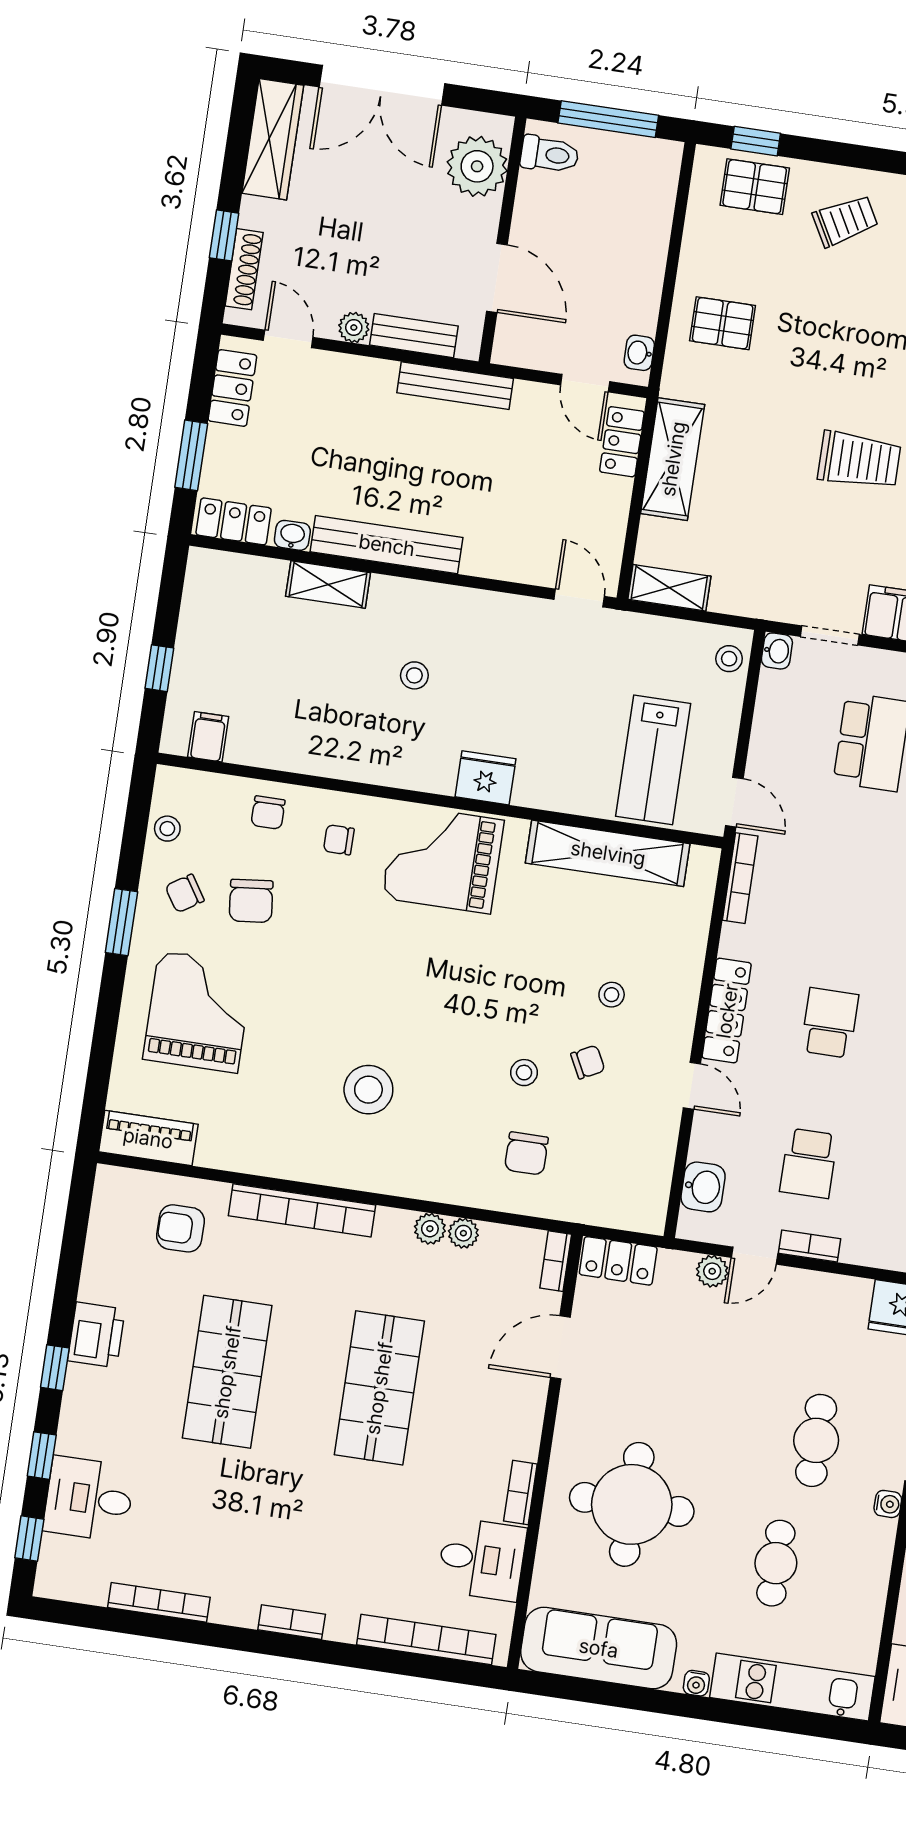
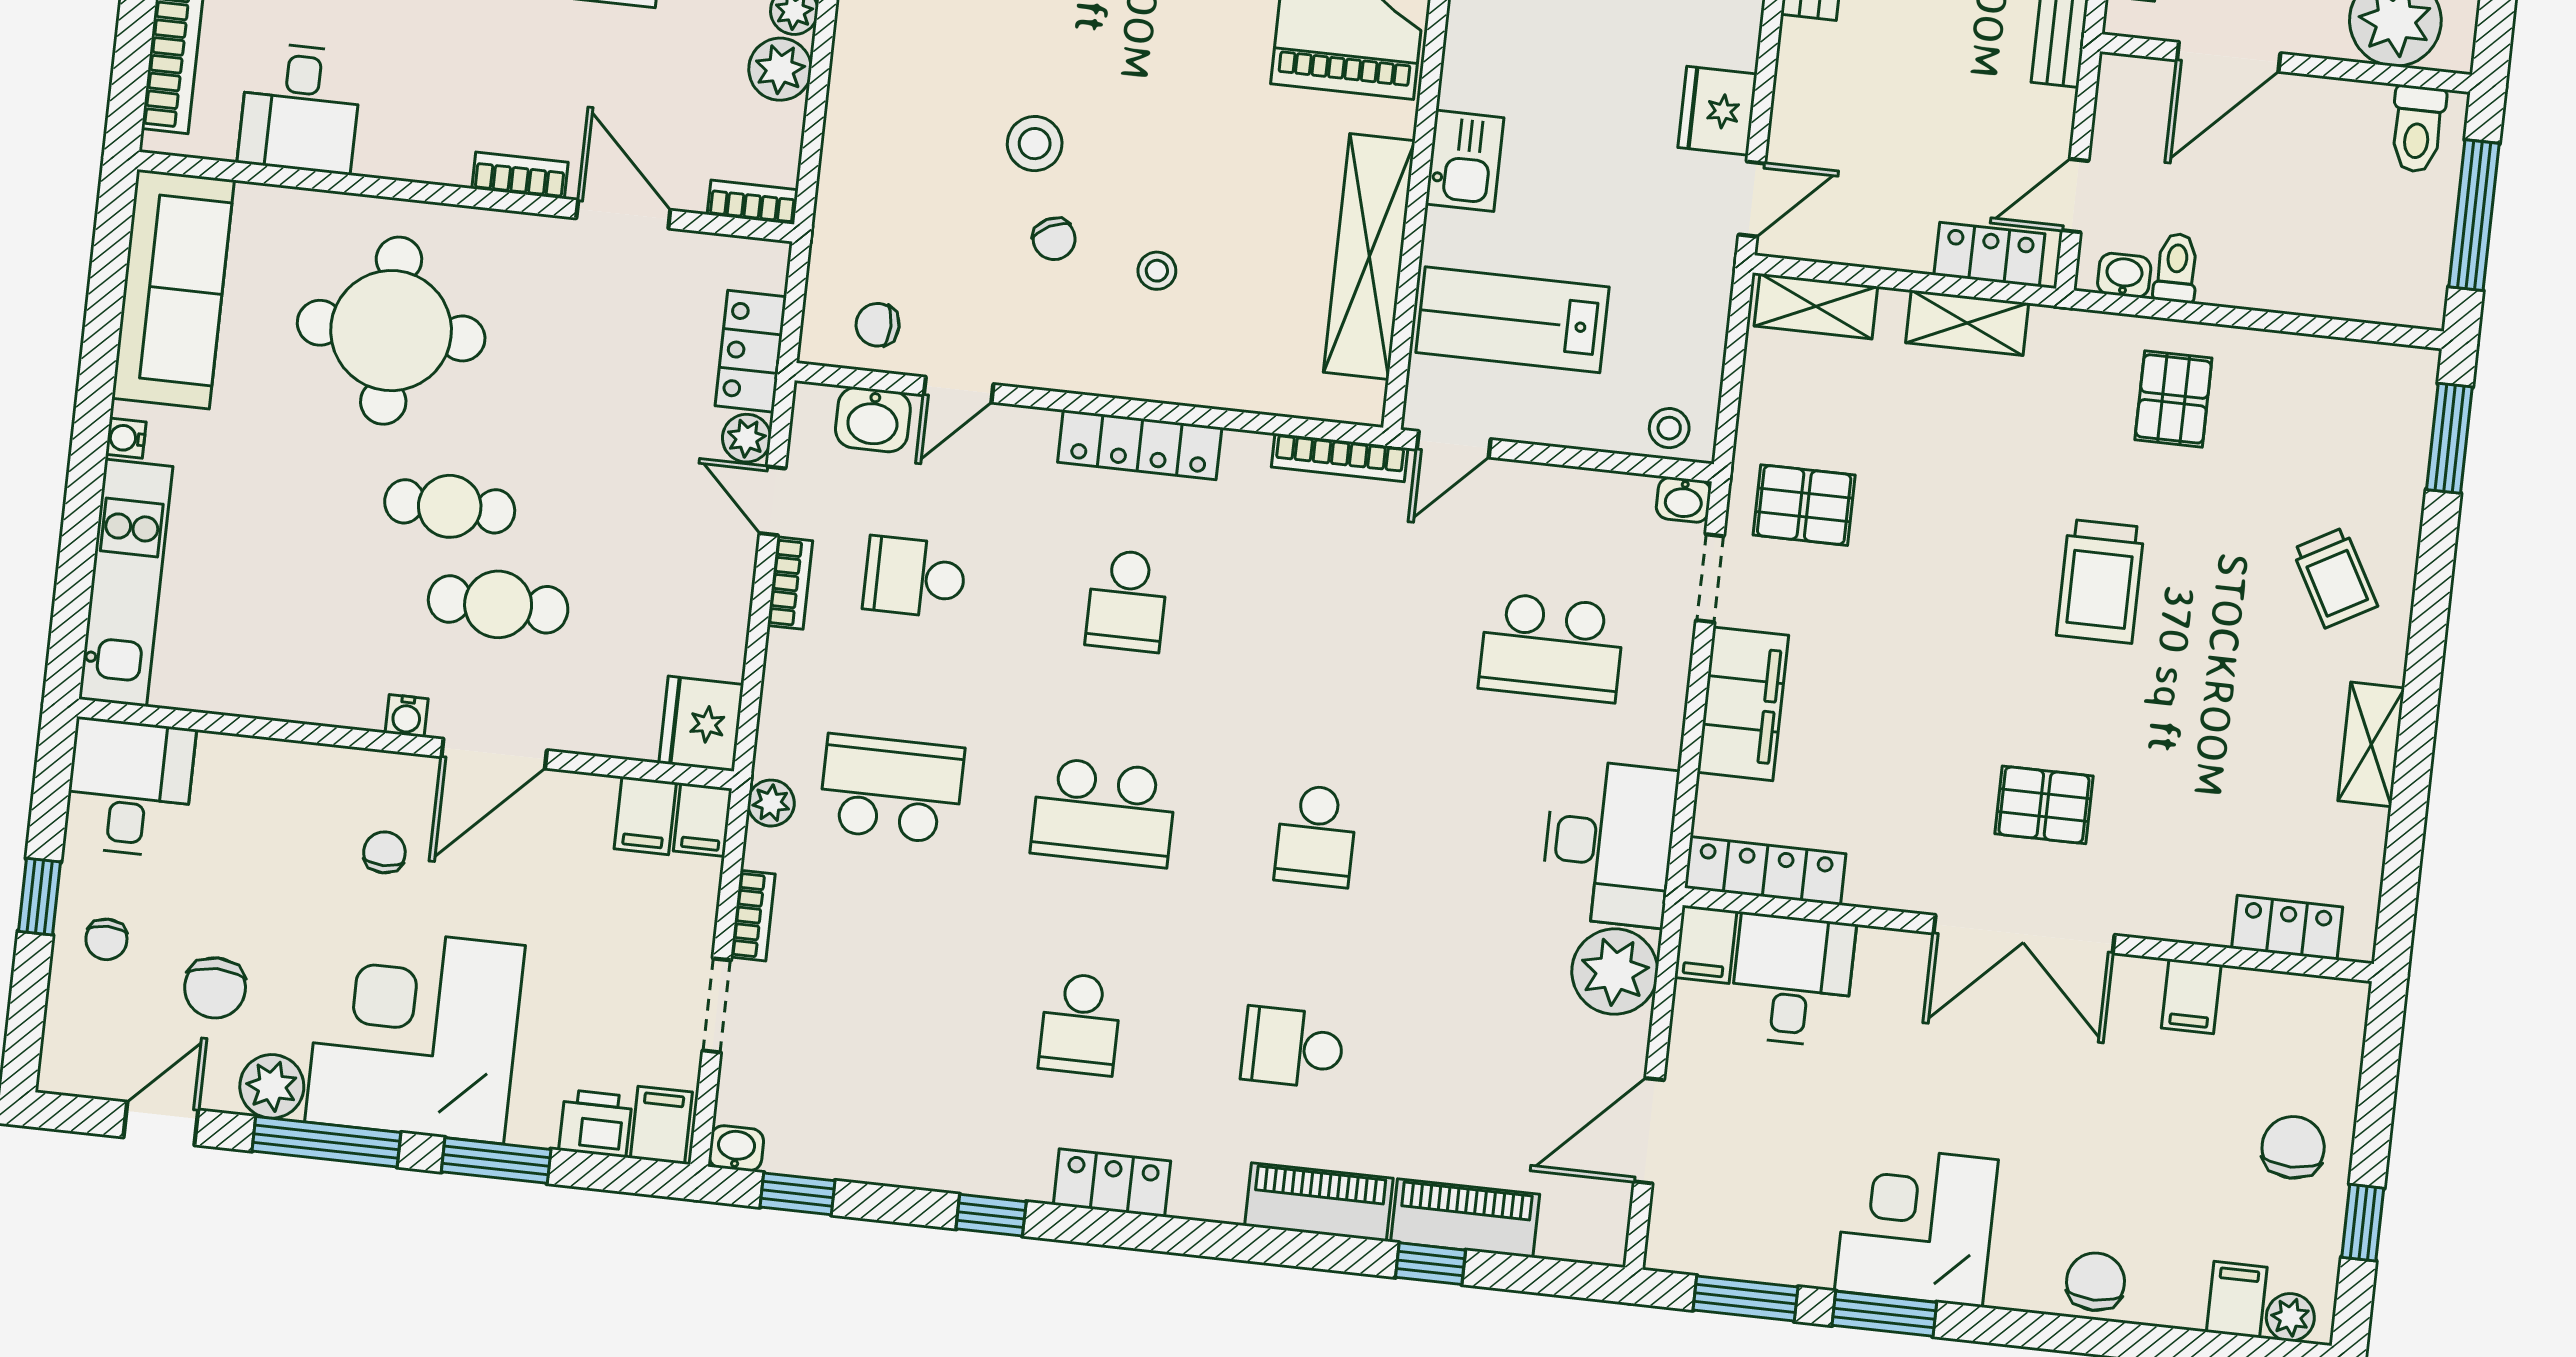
window: (756, 141) -> (2449, 438), width x1.50
pallet: (755, 187) -> (1804, 505), moved, turned 90
toilet: (636, 318) -> (2176, 268), added
shelving: (673, 459) -> (1967, 323), width x0.67, depth x0.75
trolley: (859, 460) -> (2100, 581), moved
shelving: (669, 588) -> (1816, 306), moved, turned 90
fridge: (485, 778) -> (1717, 111), moved, turned 180
kitchen sink: (546, 788) -> (1465, 161), added
school desk: (830, 1023) -> (1127, 601), turned 90
stool: (524, 1073) -> (1035, 144), width x1.37, depth x1.37
door: (692, 1086) -> (959, 390), moved
chair: (526, 1153) -> (878, 325), moved, width x0.73, depth x0.73
plant: (463, 1233) -> (780, 69), width x1.38, depth x1.38
locker: (618, 1261) -> (751, 351), moved
bookcase: (520, 1492) -> (520, 175), moved
cafe table: (776, 1563) -> (450, 506), moved

